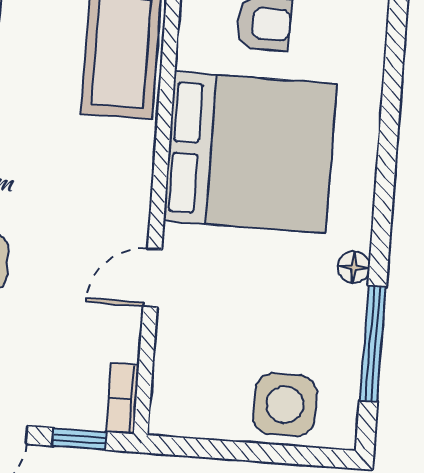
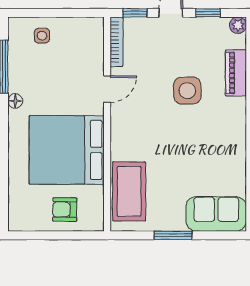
bookcase: (123, 399) -> (116, 42), width x1.56
side table: (285, 405) -> (42, 36), width x0.54, depth x0.54

